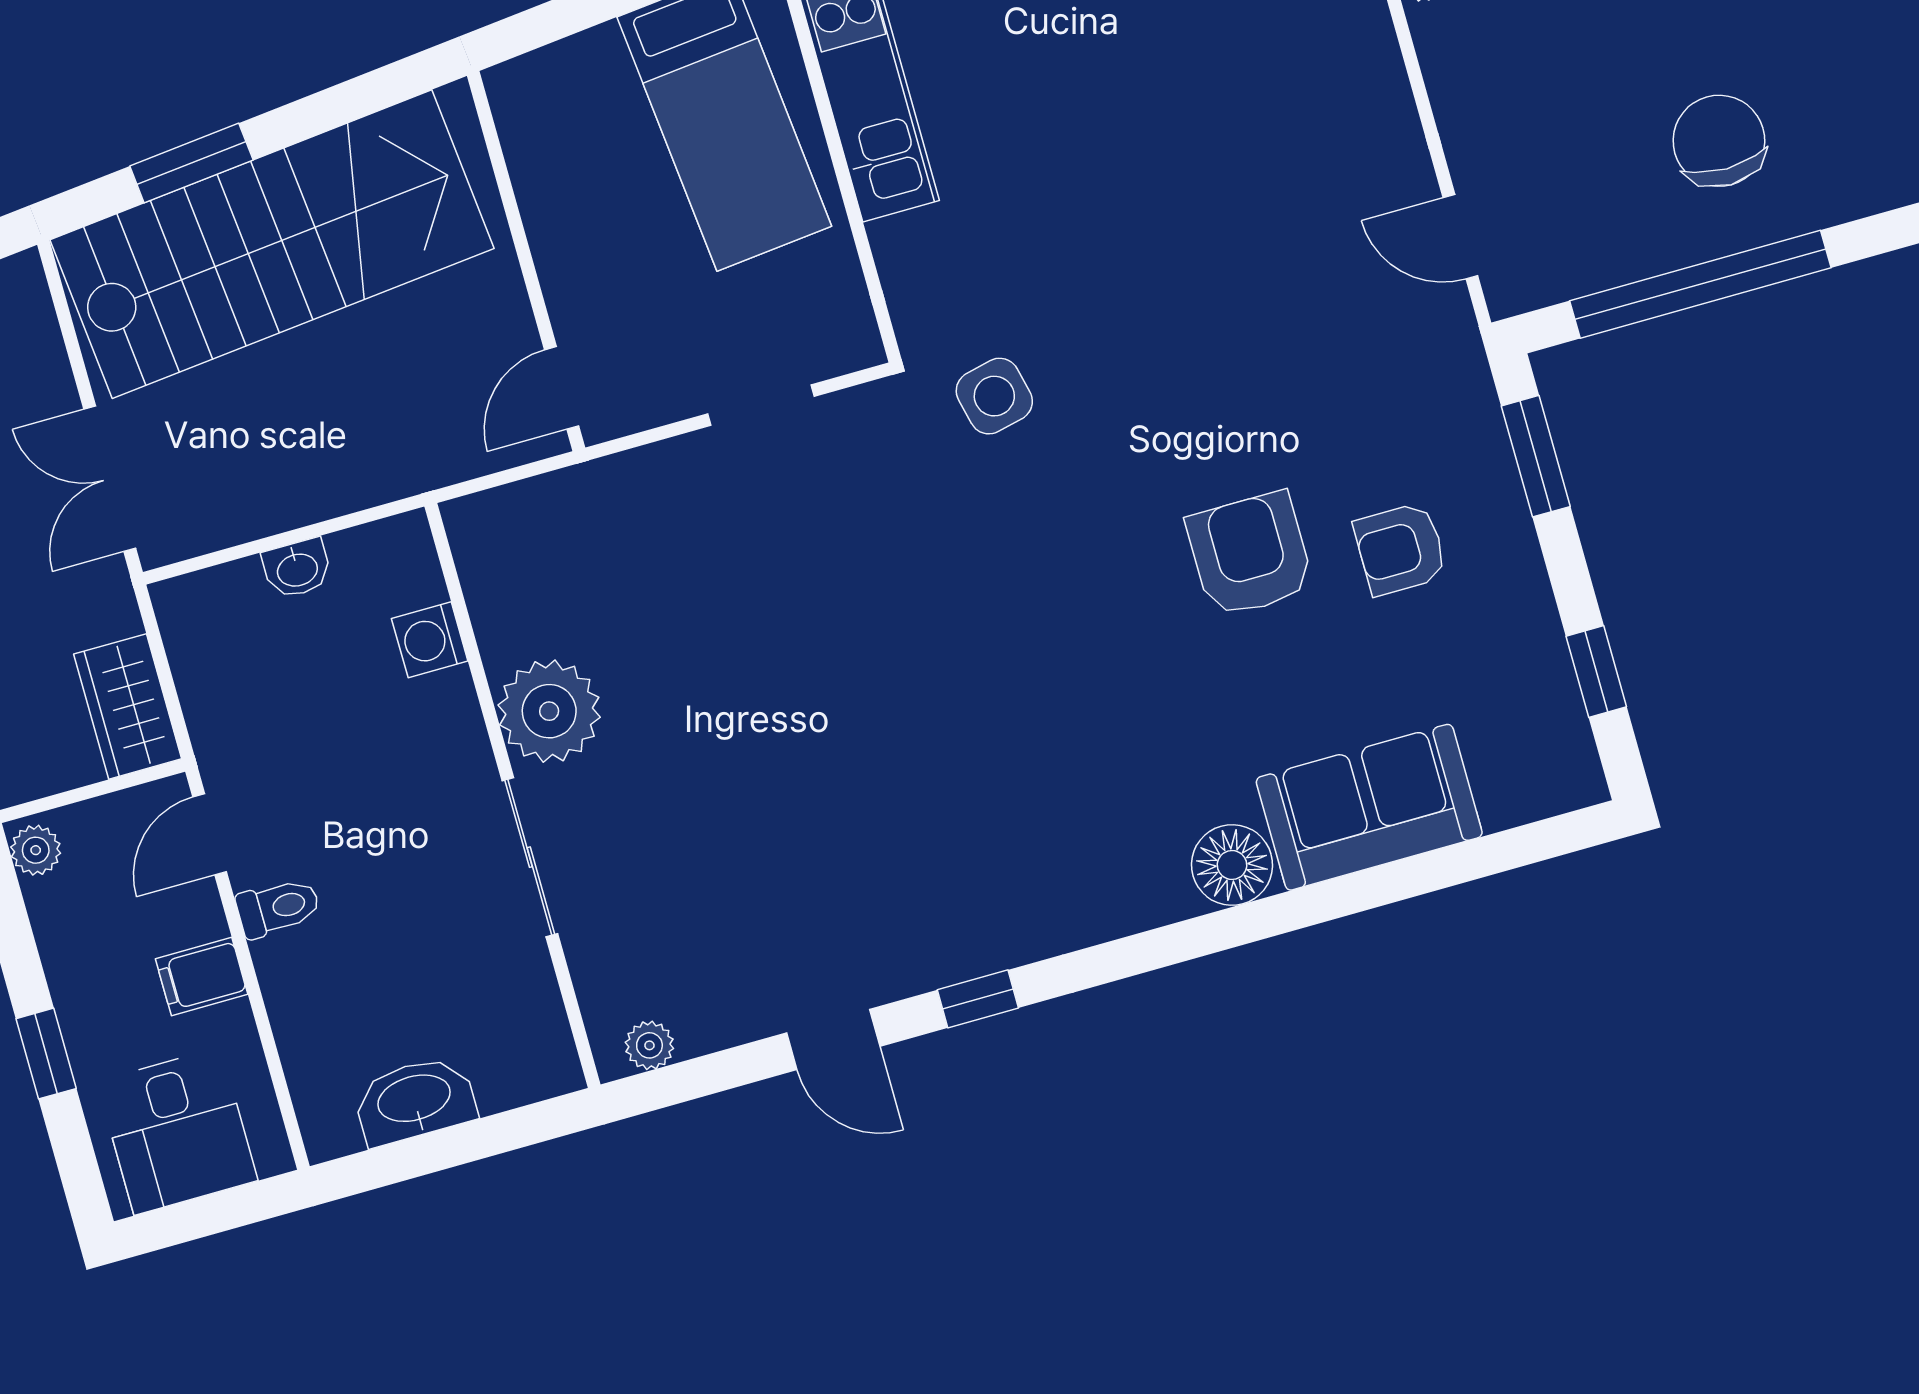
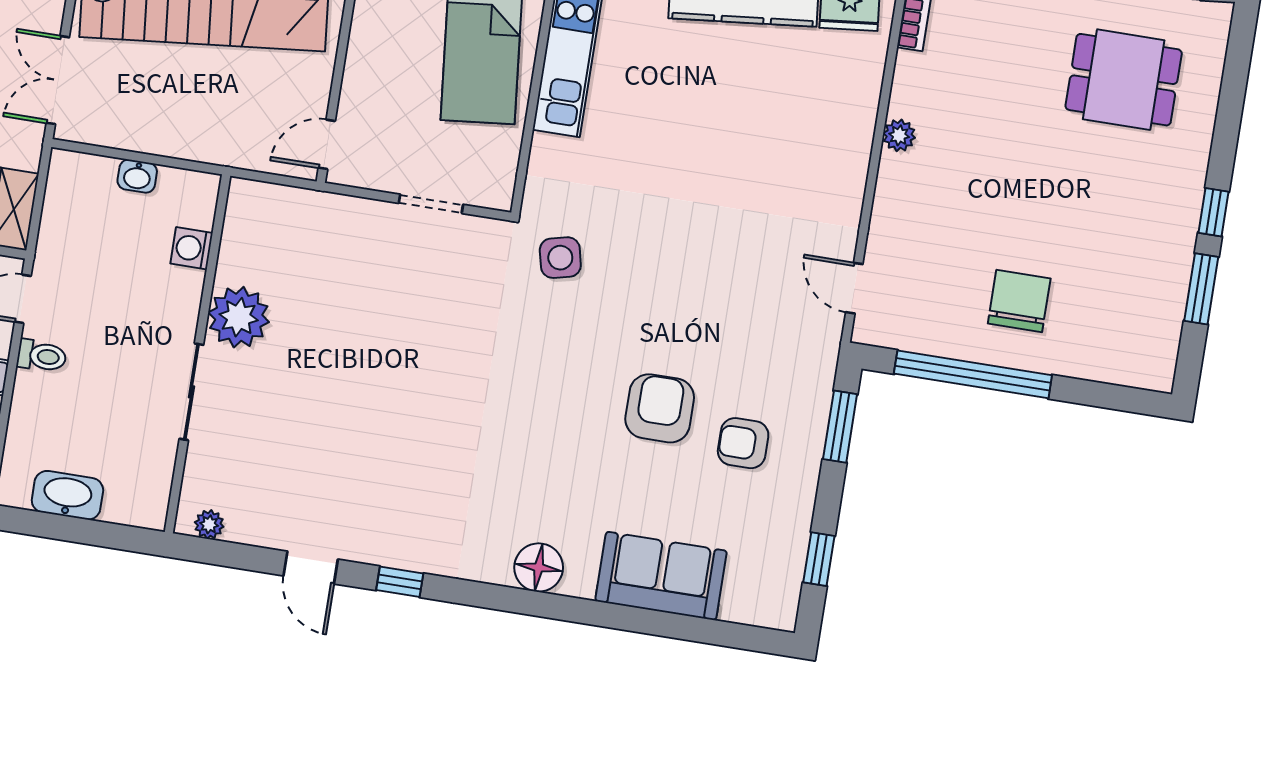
floor lamp: (1232, 865) -> (539, 568), moved

